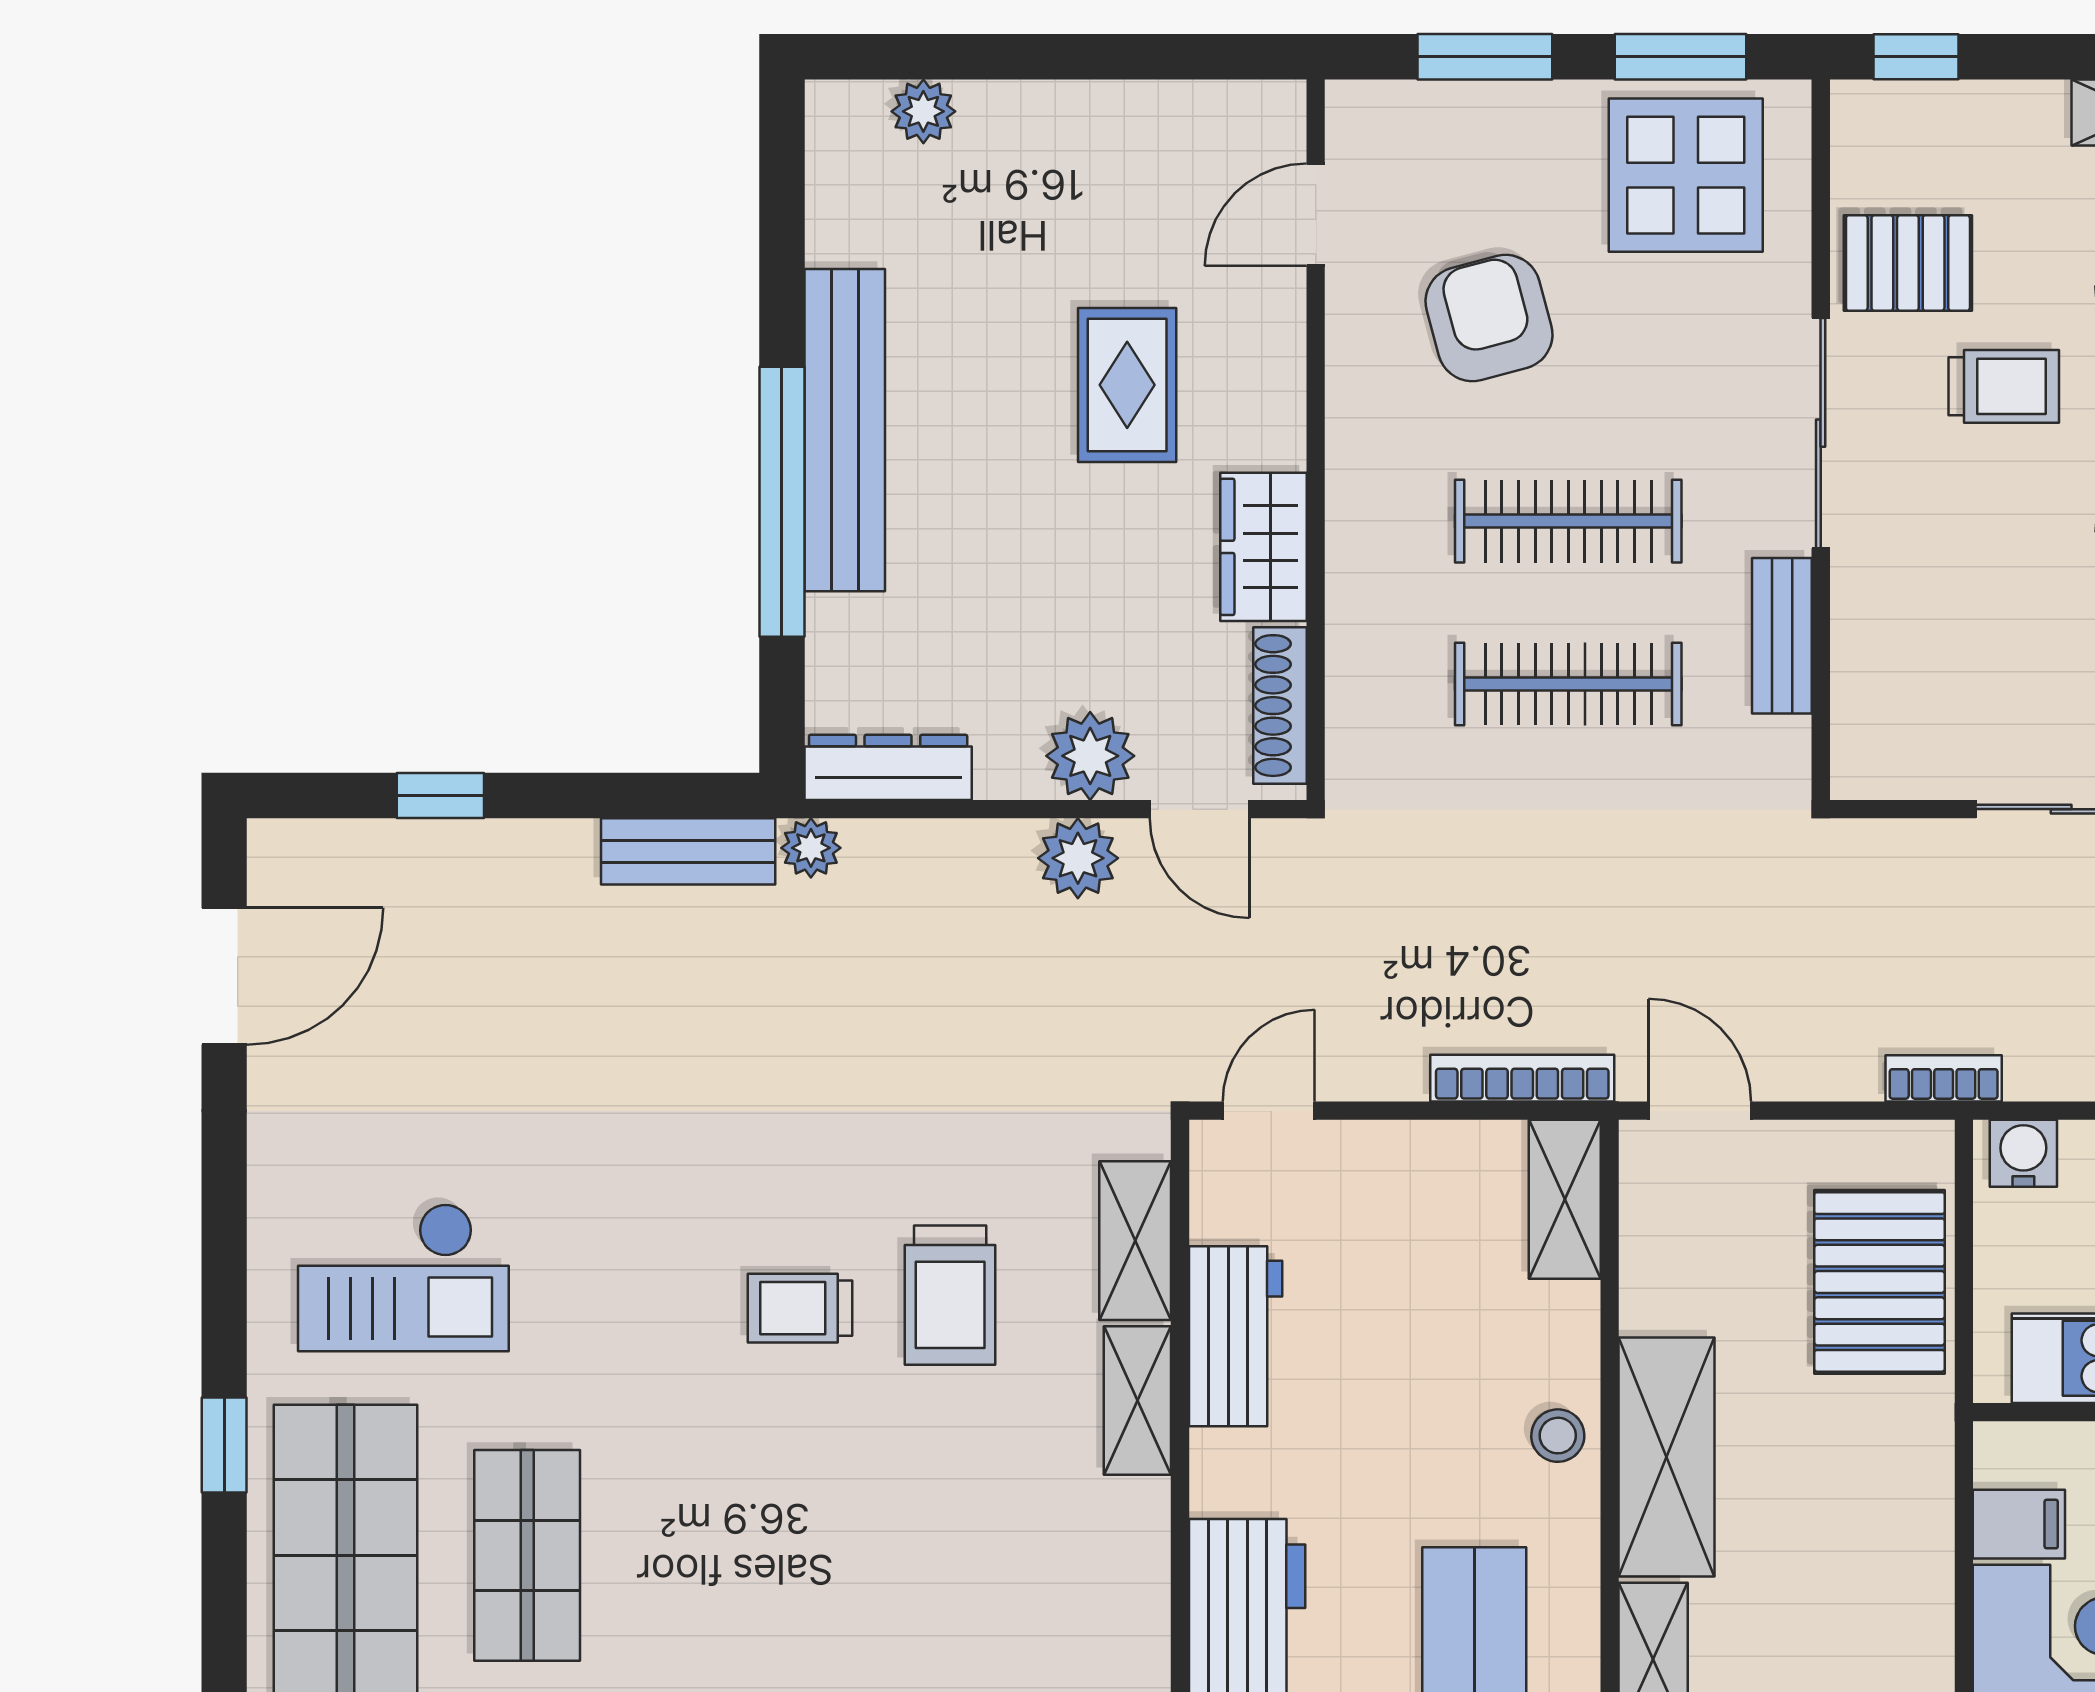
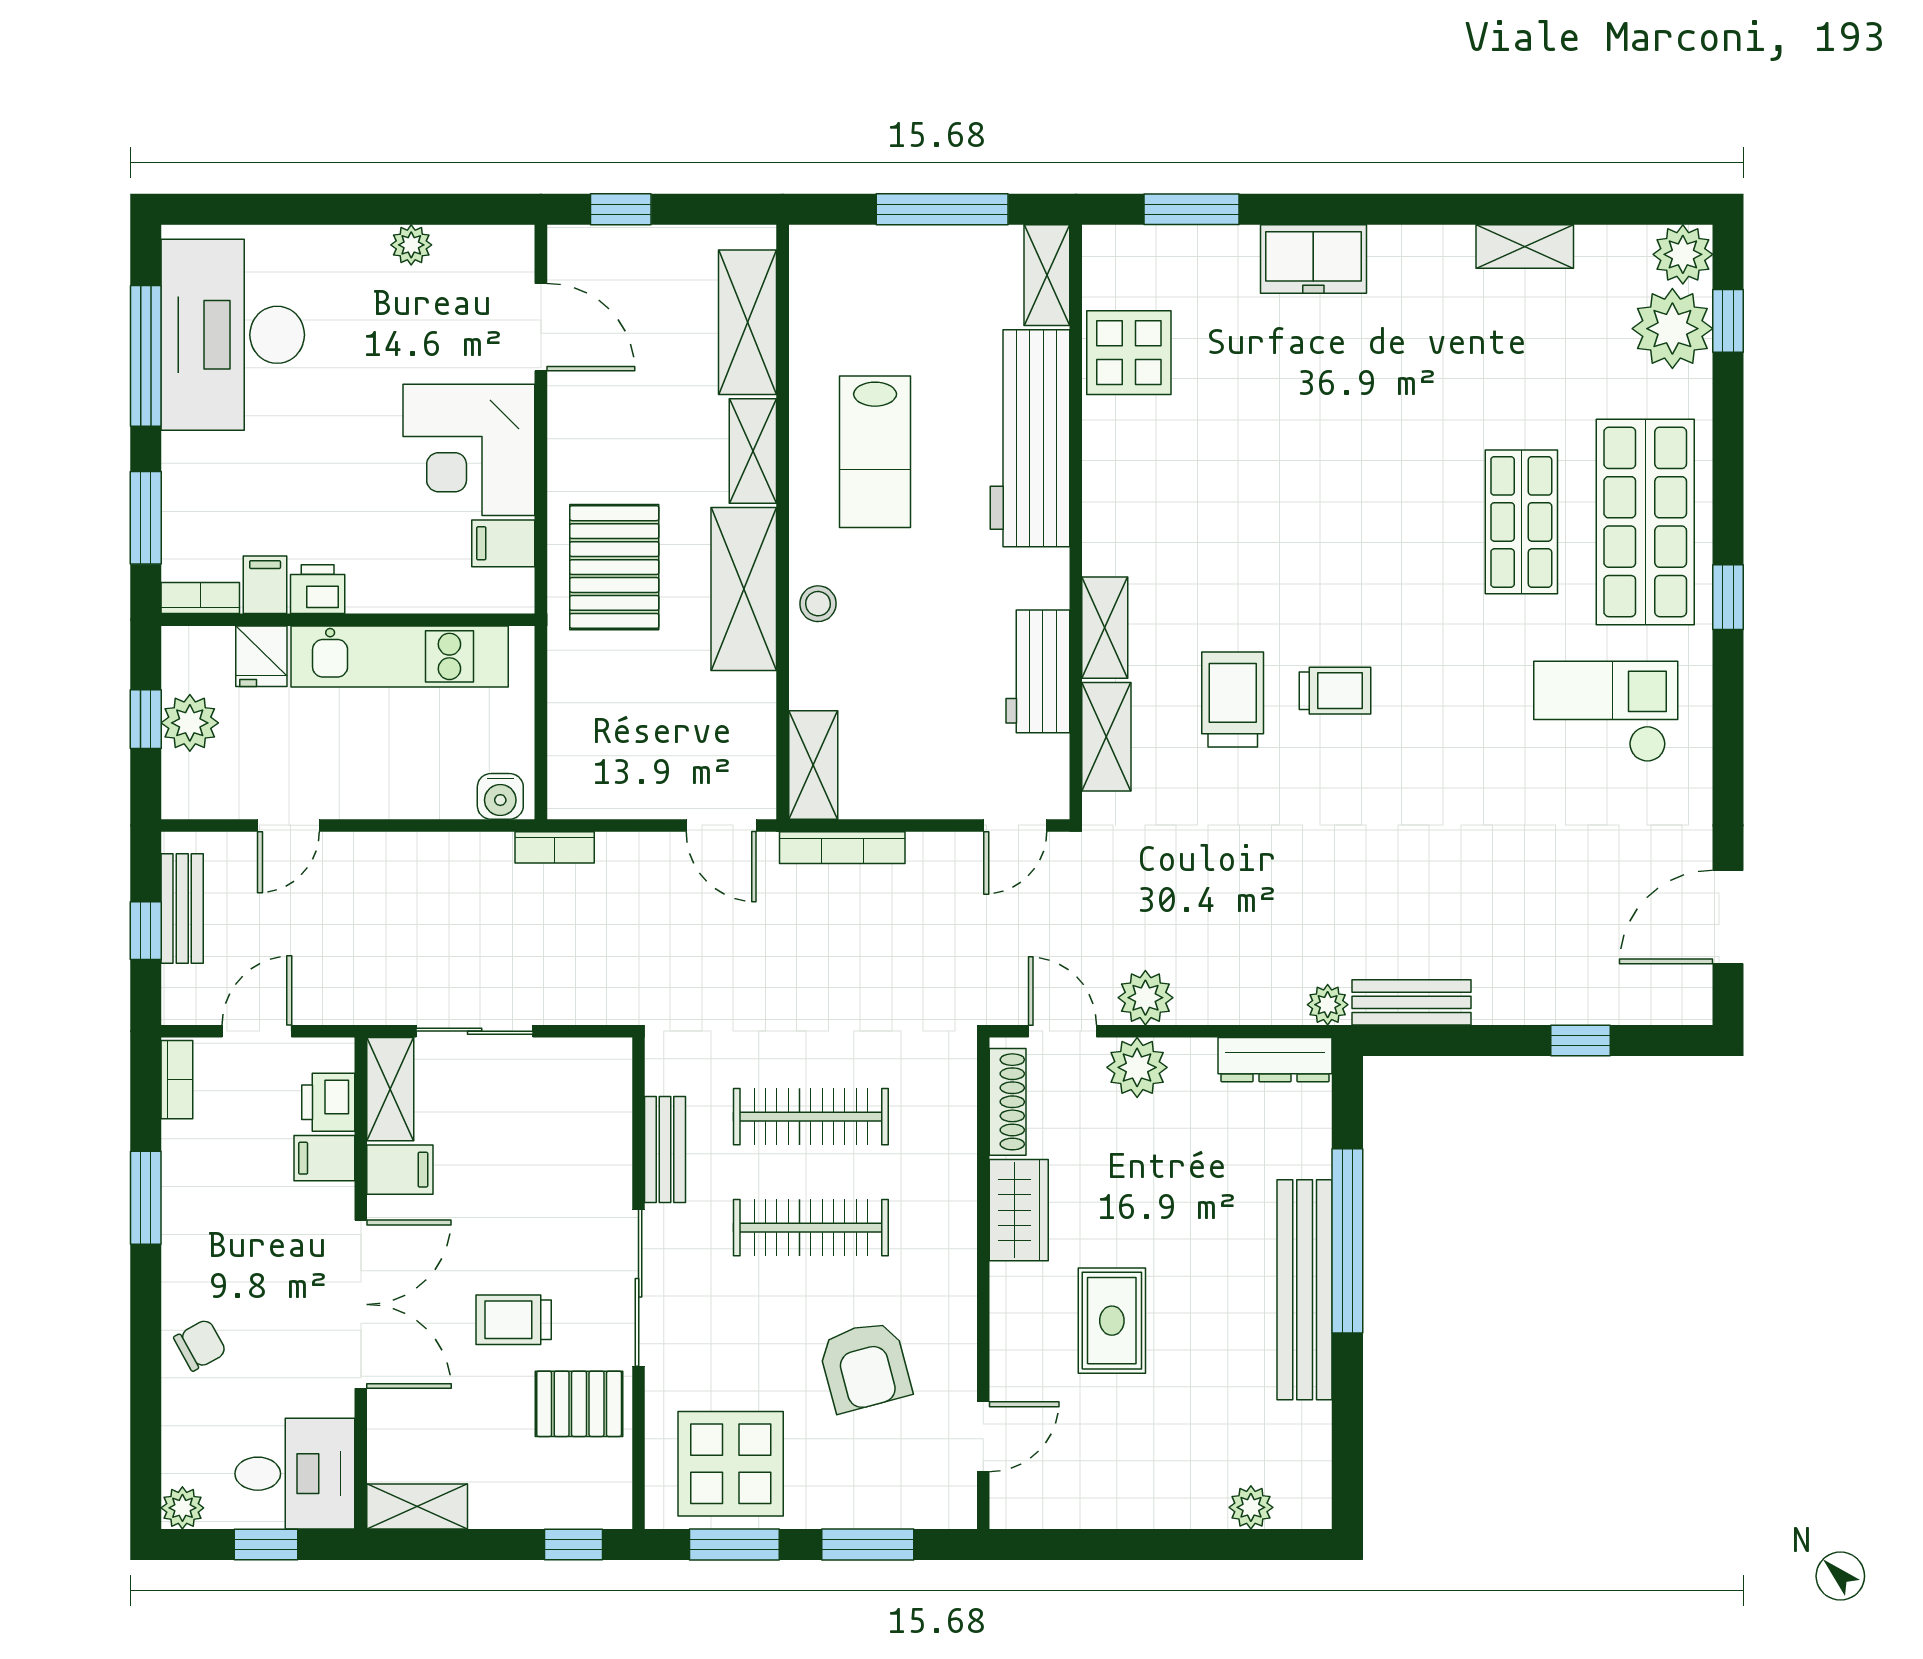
pallet: (1880, 1282) -> (614, 567), moved

